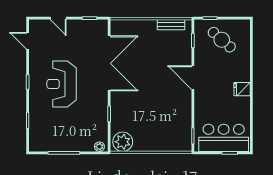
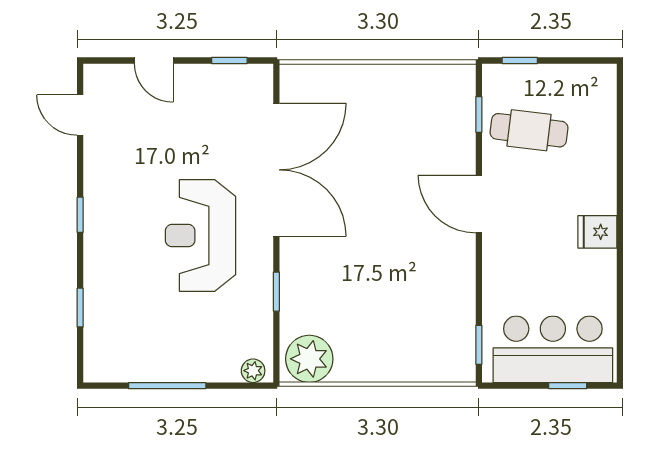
bench: (171, 25) -> (426, 76), removed
cafe table: (222, 40) -> (529, 130), moved, turned -34
reception desk: (62, 84) -> (201, 236), moved

